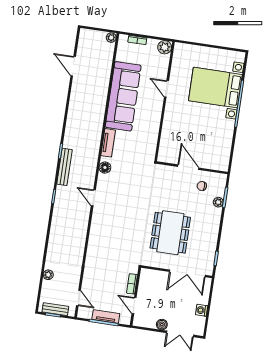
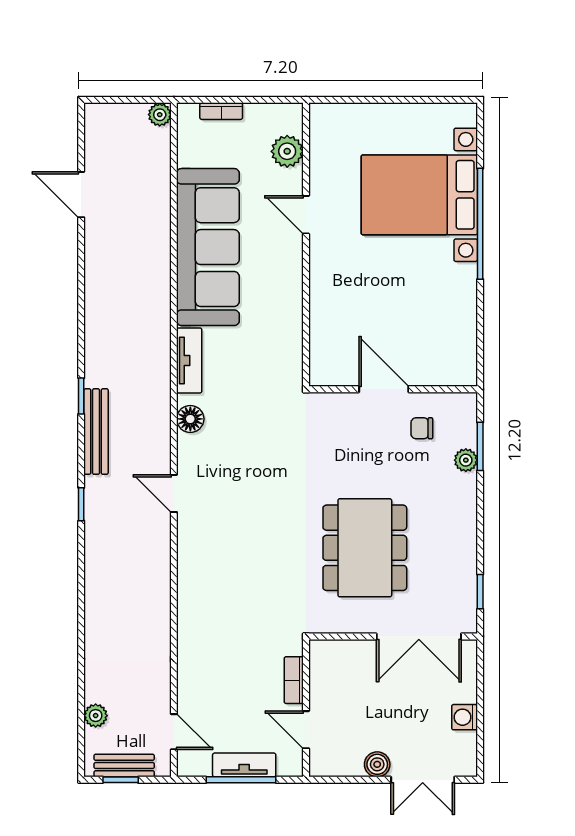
plant: (165, 47) -> (287, 151), moved
plant: (48, 275) -> (96, 716), moved

